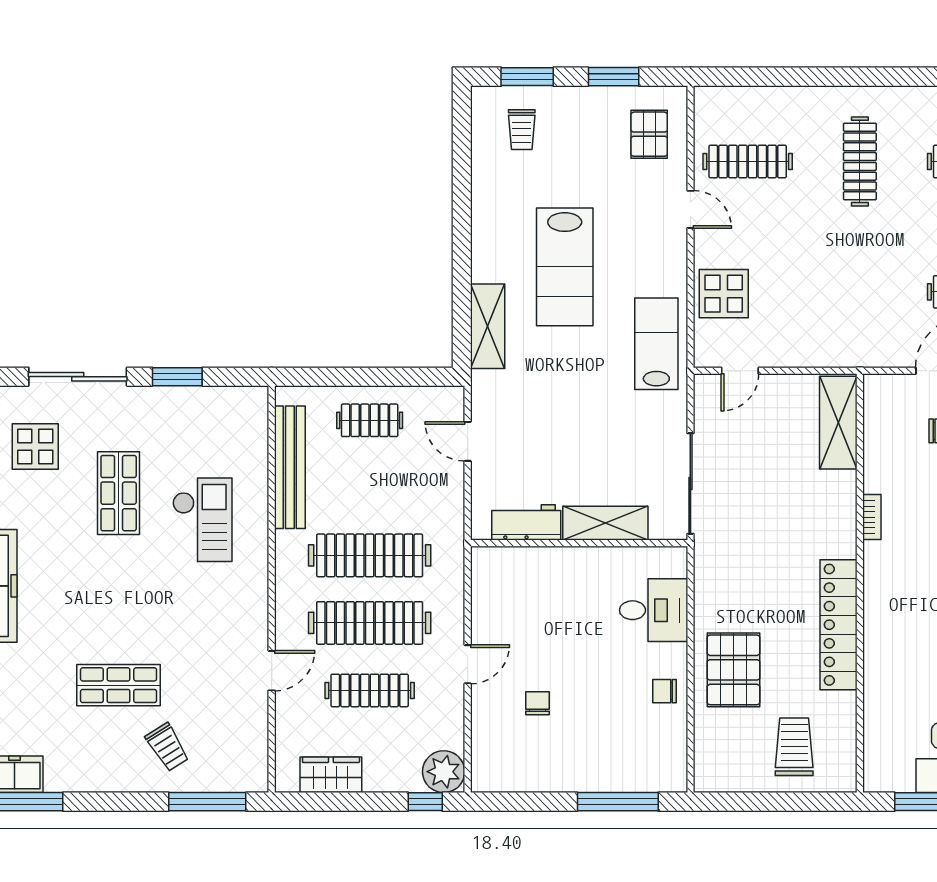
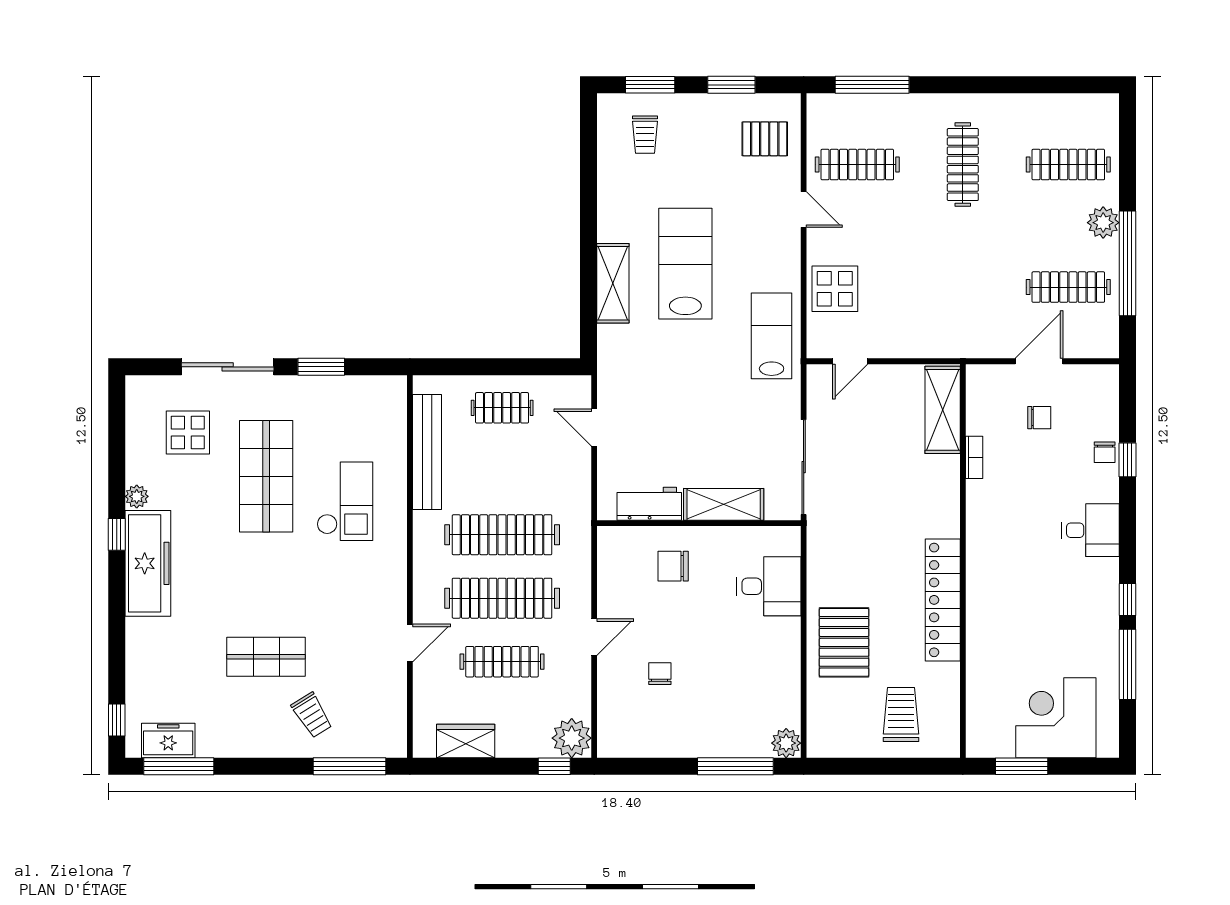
window: (763, 77) -> (872, 85), added
pallet: (649, 134) -> (765, 139), turned 90
lab bench: (565, 267) -> (685, 264), turned 180
shelving: (488, 326) -> (613, 283), moved
shop shelf: (119, 493) -> (266, 476), width x1.43, depth x1.36
bookcase: (872, 517) -> (974, 457), moved
chair: (665, 691) -> (673, 566), moved, width x1.37, depth x1.37
plant: (672, 777) -> (786, 743), added

